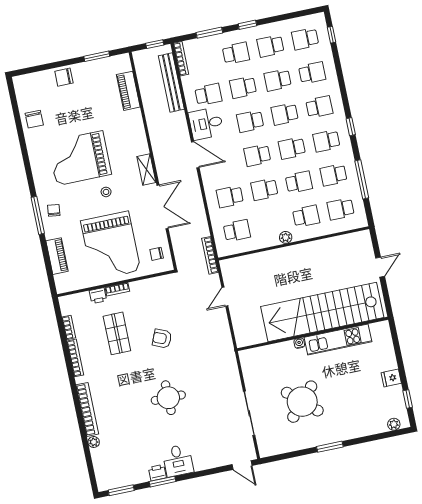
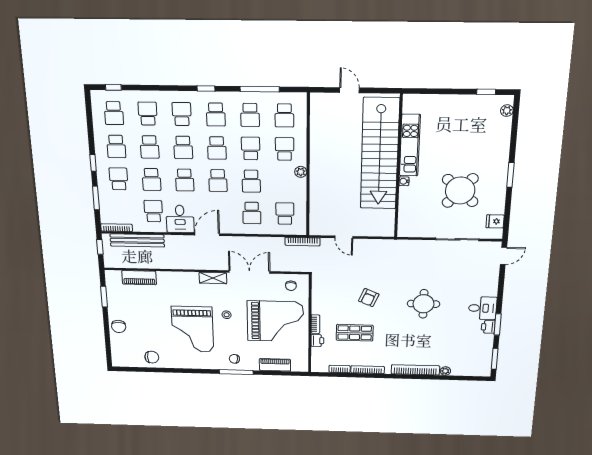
fridge: (391, 378) -> (495, 221), moved, turned 90

